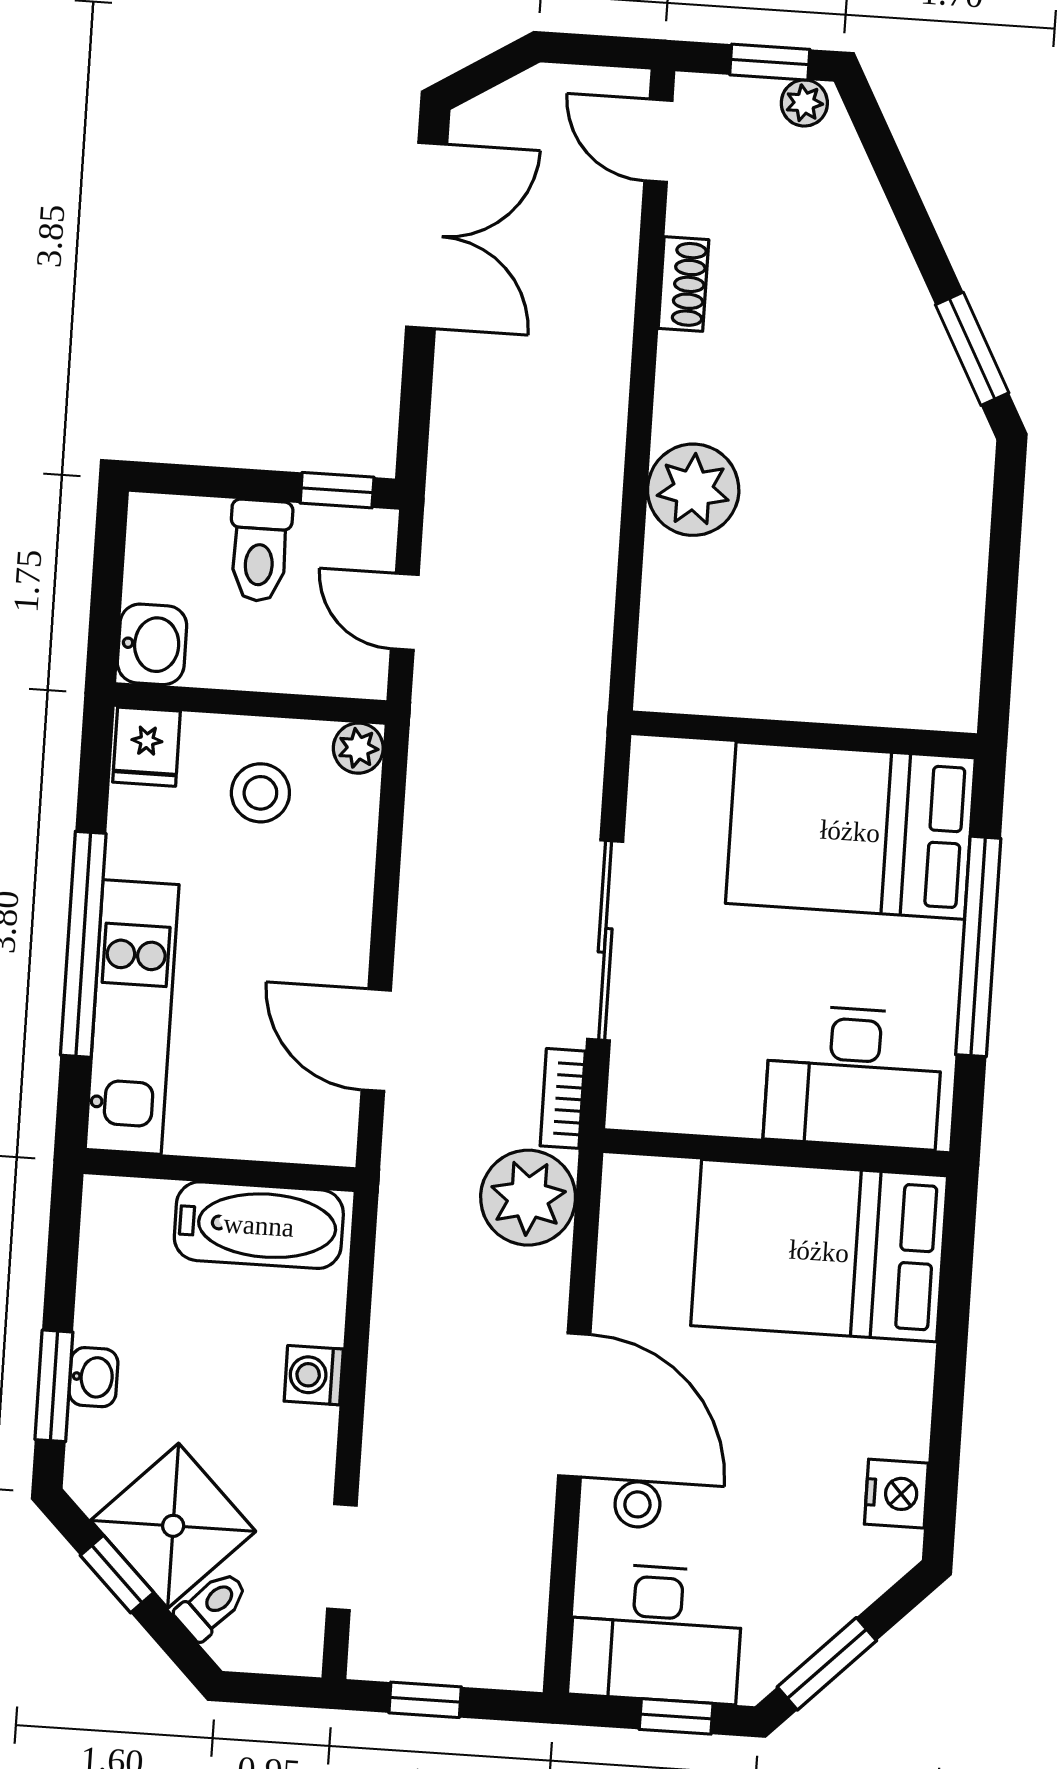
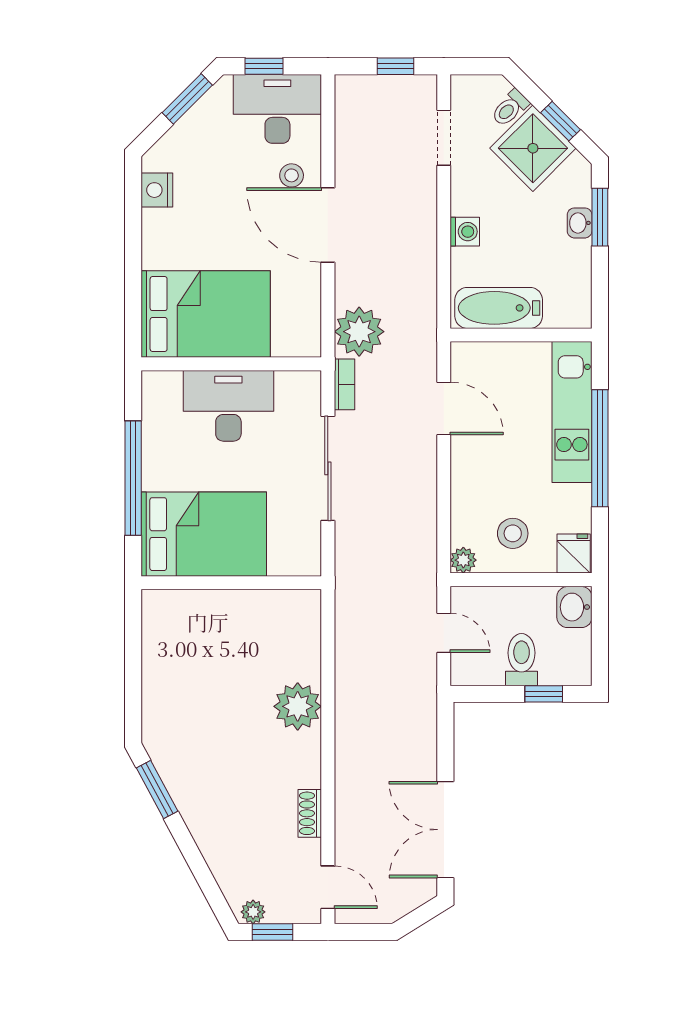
window: (337, 490) -> (544, 694), moved
desk: (853, 1077) -> (228, 406), moved

